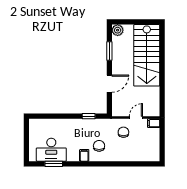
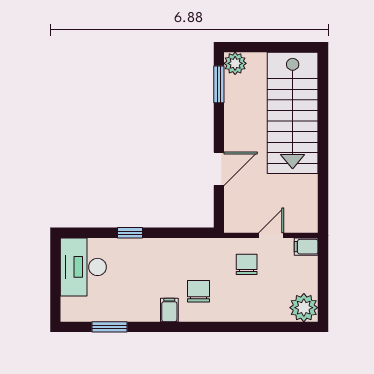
window: (109, 51) -> (219, 84), moved
window: (89, 116) -> (130, 233), moved
desk: (51, 150) -> (83, 267), moved, turned 90
plant: (152, 154) -> (304, 308), added

